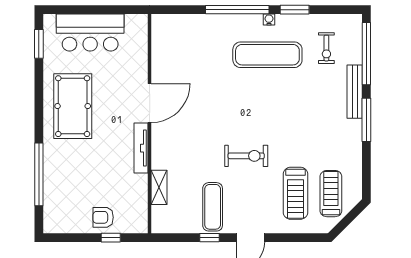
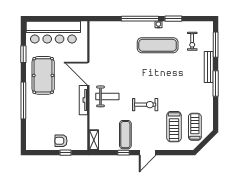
bar counter: (90, 33) -> (53, 32), width x1.36
window: (39, 44) -> (23, 54), moved
window: (366, 54) -> (216, 45), width x0.68
door: (150, 103) -> (88, 74), swing flipped
weight bench: (182, 142) -> (107, 96), added
window: (39, 174) -> (23, 101), moved
shelving: (159, 187) -> (94, 140), moved

